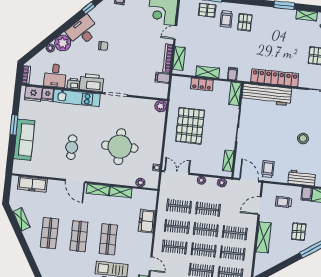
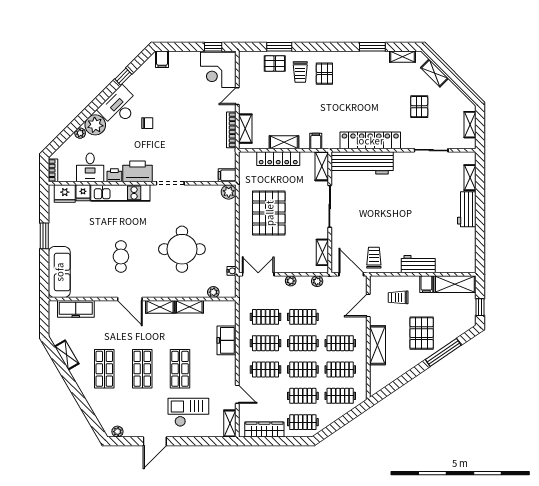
filing cabinet: (163, 78) -> (227, 175), moved
locker: (202, 84) -> (278, 159), width x1.53
stool: (303, 139) -> (414, 214), removed
sofa: (24, 140) -> (59, 272), moved
pallet: (299, 232) -> (422, 333), width x1.50, depth x1.42

